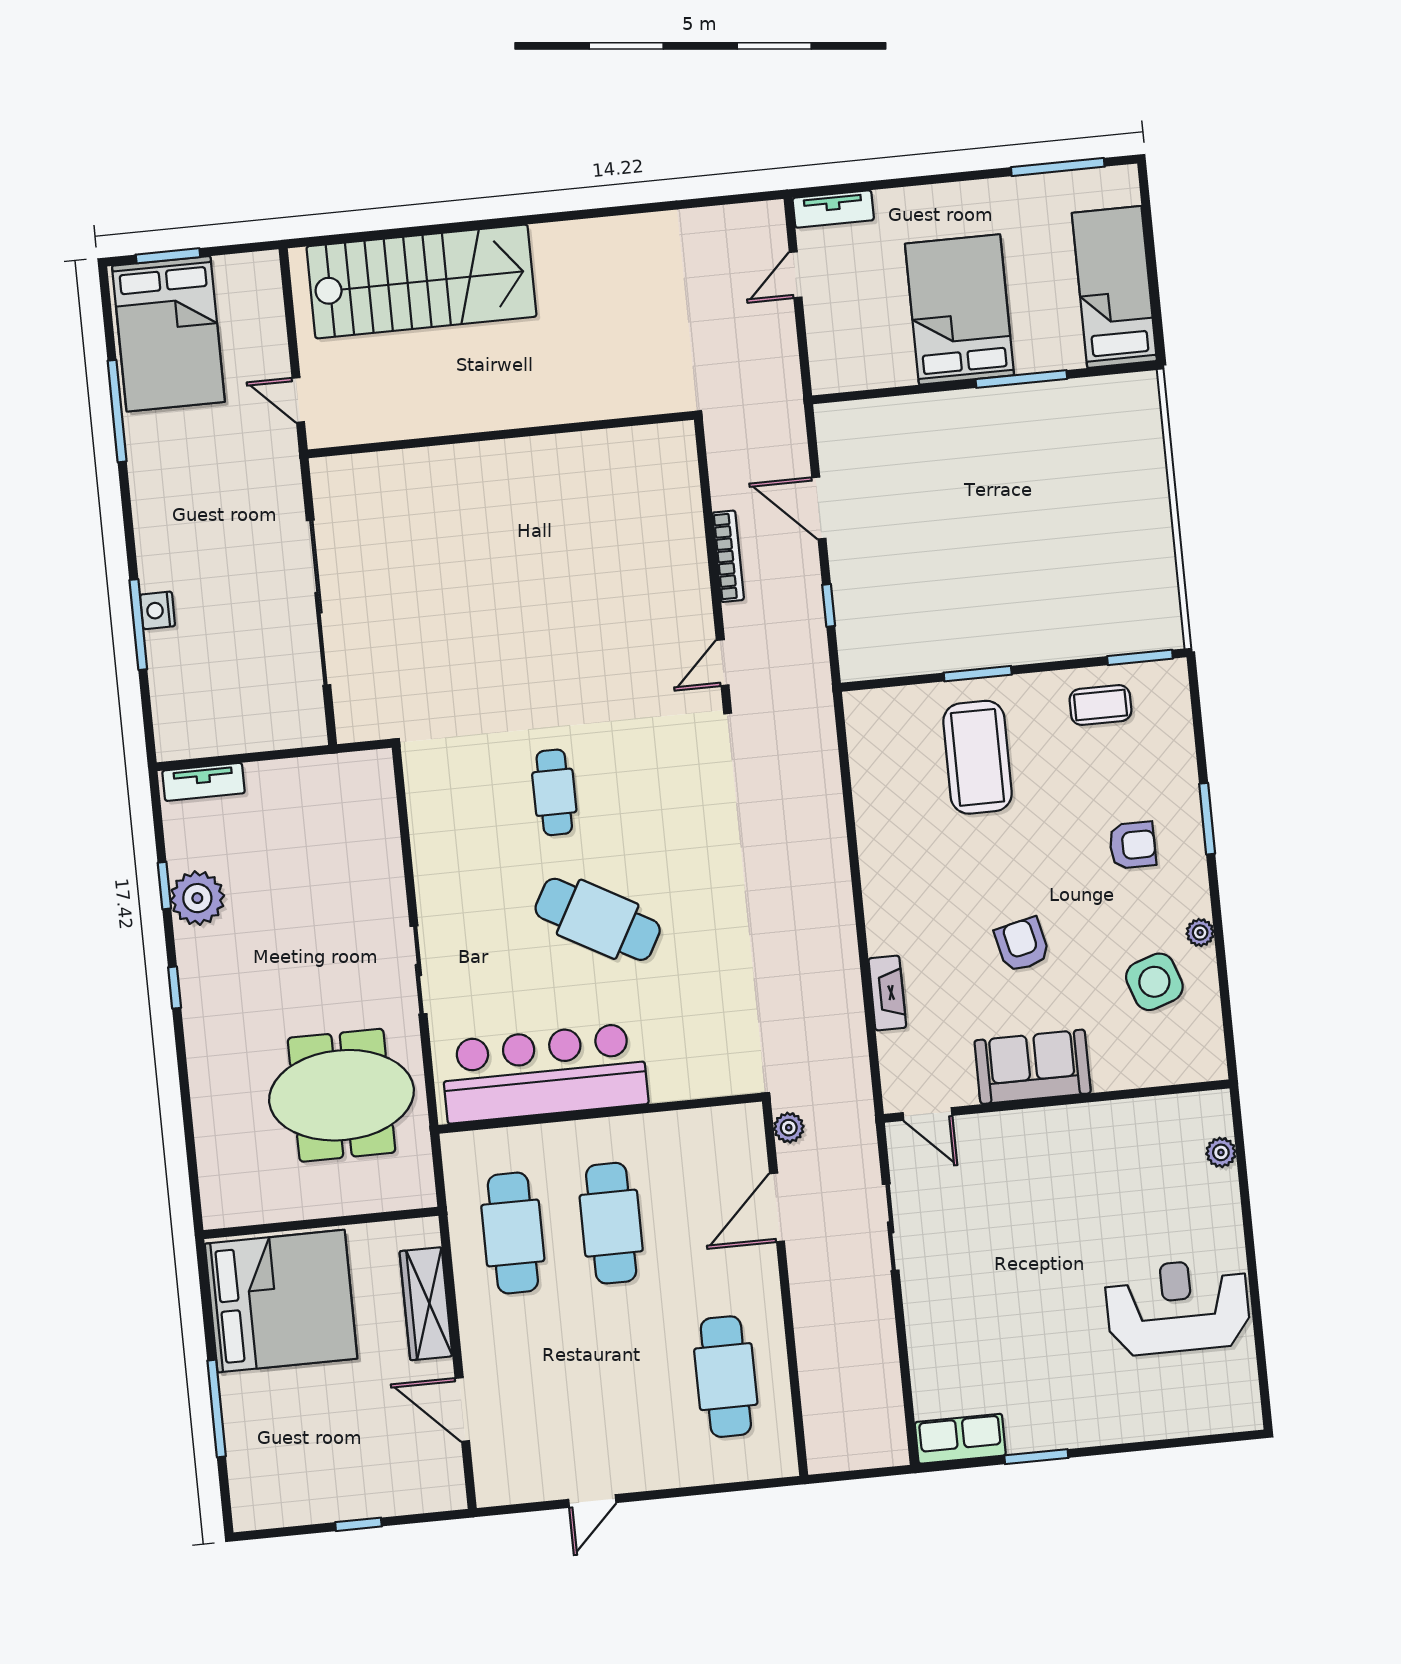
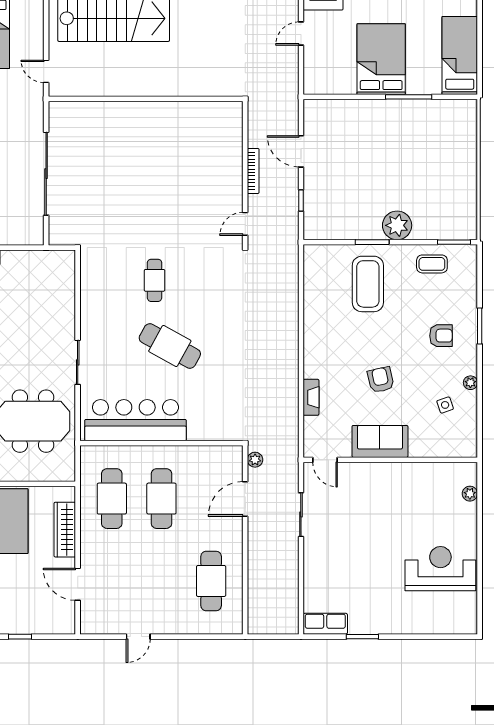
plant: (1024, 636) -> (397, 225), added
side table: (1154, 982) -> (445, 405), width x0.54, depth x0.54

